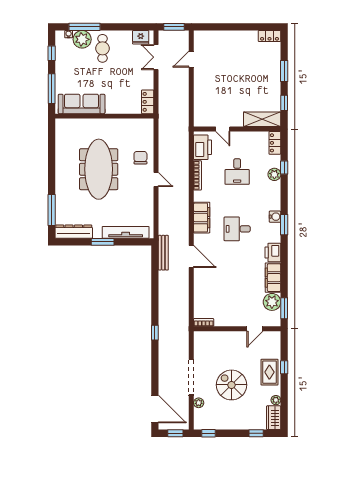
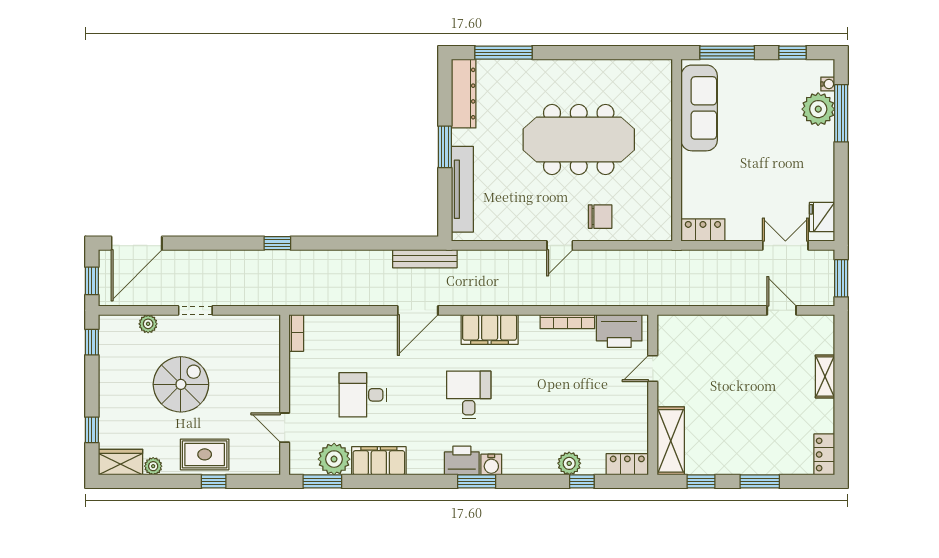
shelving: (227, 36) -> (825, 376), added
cafe table: (102, 48) -> (801, 147), removed
desk: (237, 172) -> (363, 395), moved
printer: (273, 252) -> (462, 461), moved
doorway: (191, 377) -> (195, 310), width x0.53

